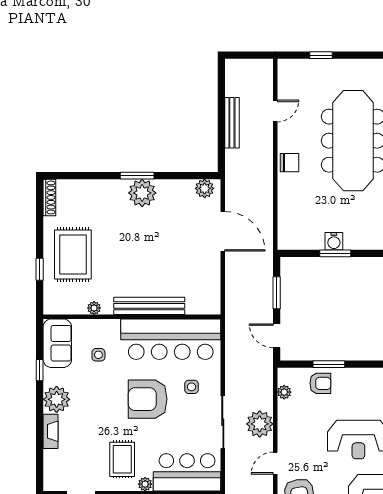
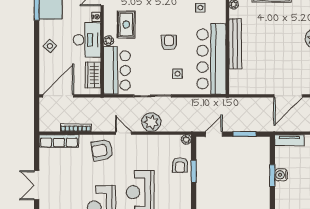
tv unit: (285, 229) -> (289, 140), added
plant: (284, 392) -> (186, 140), moved
armchair: (148, 399) -> (169, 43), width x0.53, depth x0.53
rug: (122, 459) -> (126, 24), turned 90

